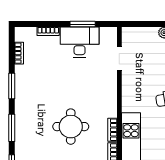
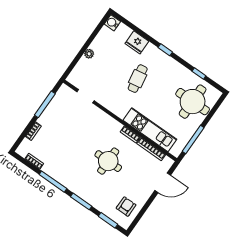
window: (83, 24) -> (45, 104), width x1.44
desk: (80, 42) -> (55, 115), removed
window: (12, 86) -> (53, 182), width x1.44

